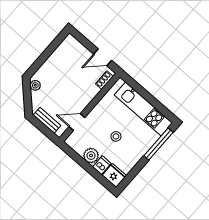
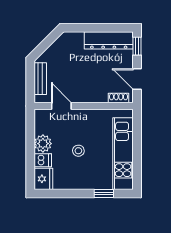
window: (81, 38) -> (137, 46), added
dresser: (61, 54) -> (109, 40), added
plant: (35, 85) -> (62, 42), removed
window: (158, 144) -> (104, 193), width x0.46

